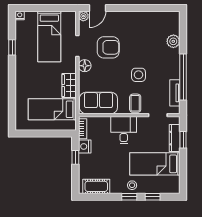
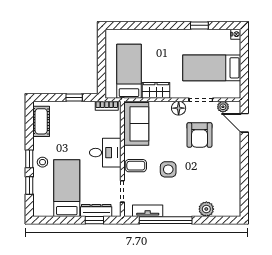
plant: (83, 16) -> (223, 107), moved
nightstand: (85, 146) -> (87, 108), removed

